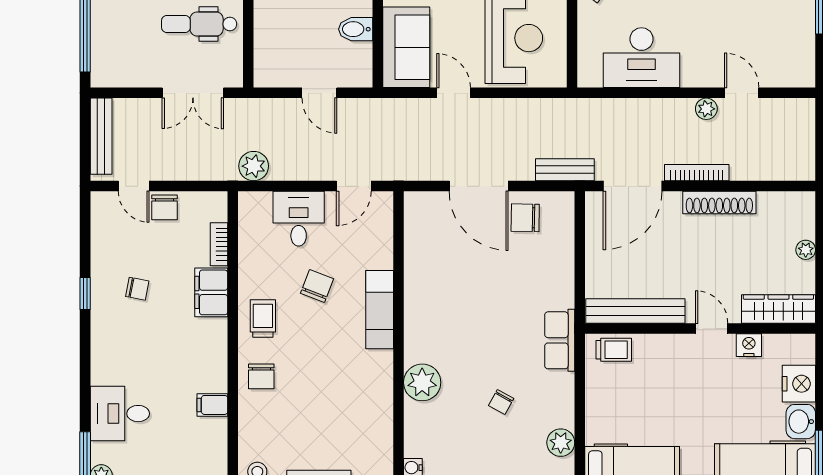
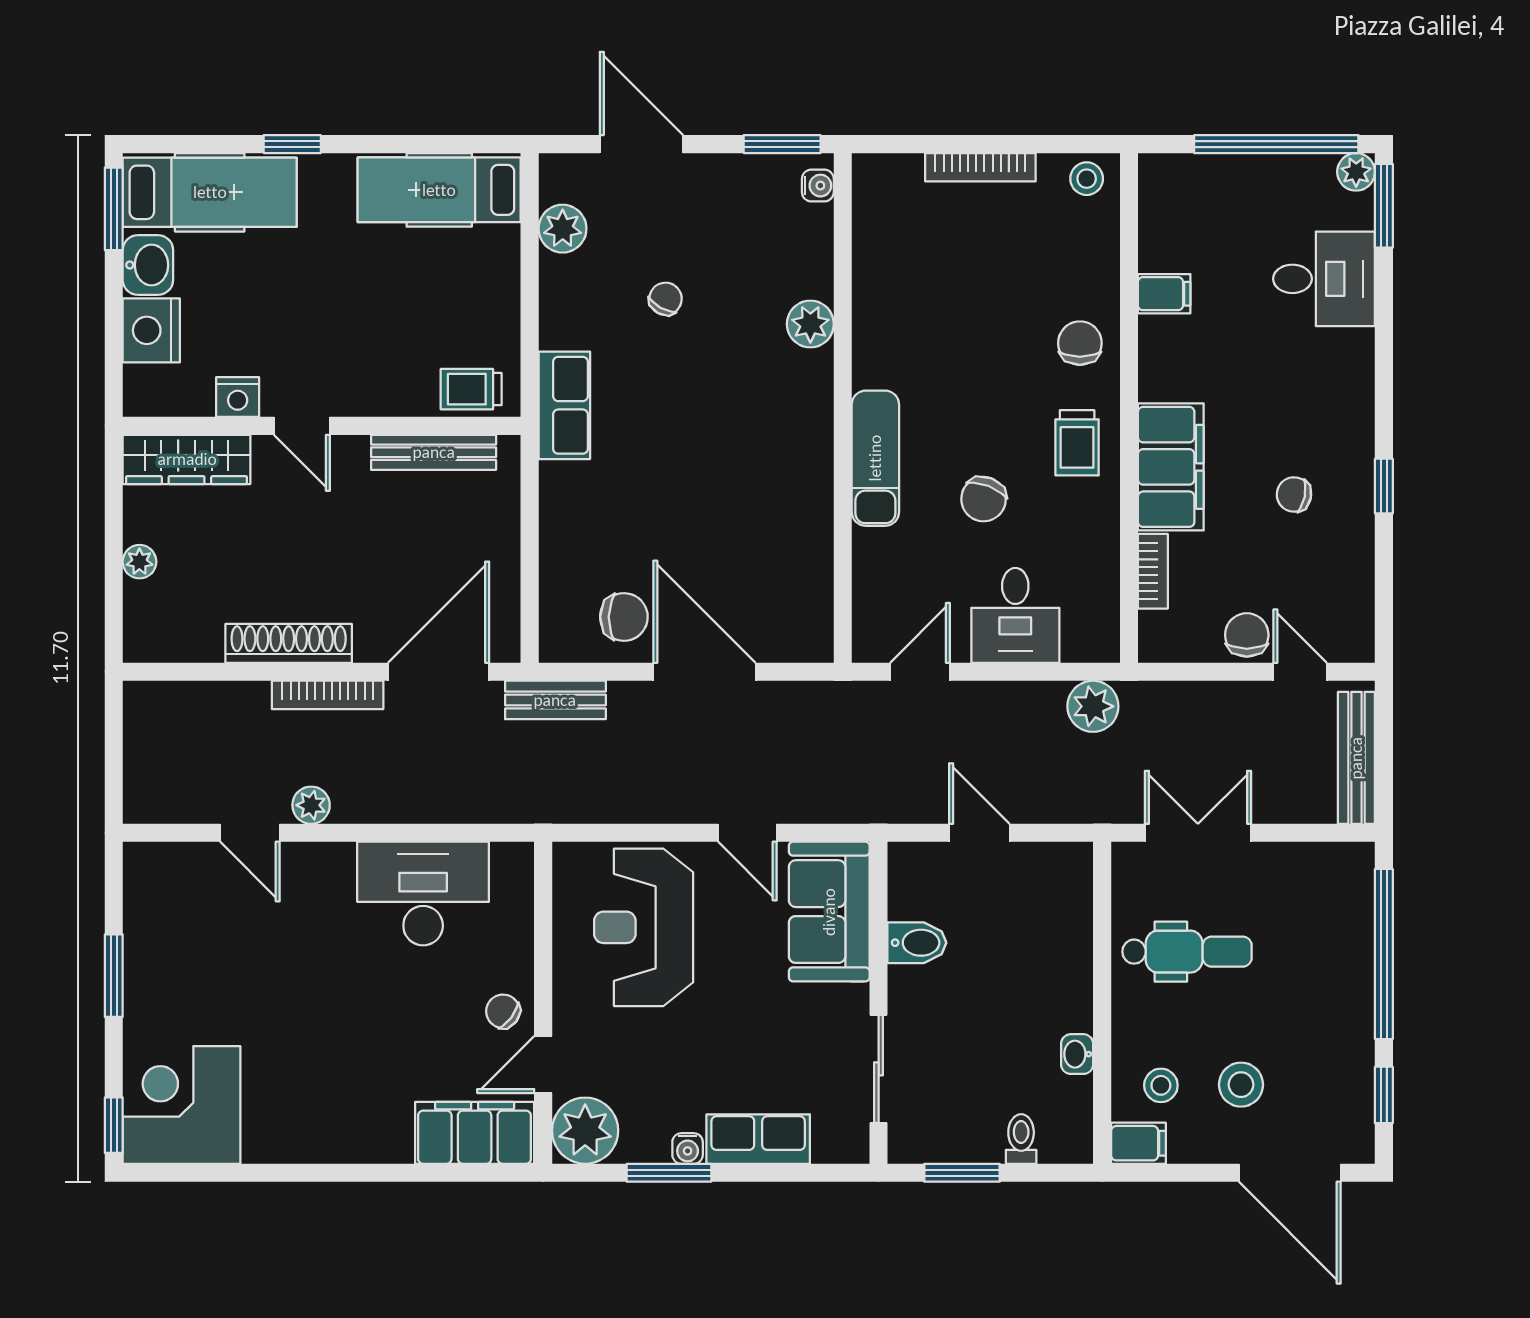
filing cabinet: (211, 292) -> (1171, 467), width x1.50, depth x1.17
bench: (635, 311) -> (434, 452), width x0.73, depth x0.82
plant: (422, 382) -> (810, 324), width x0.73, depth x0.73

